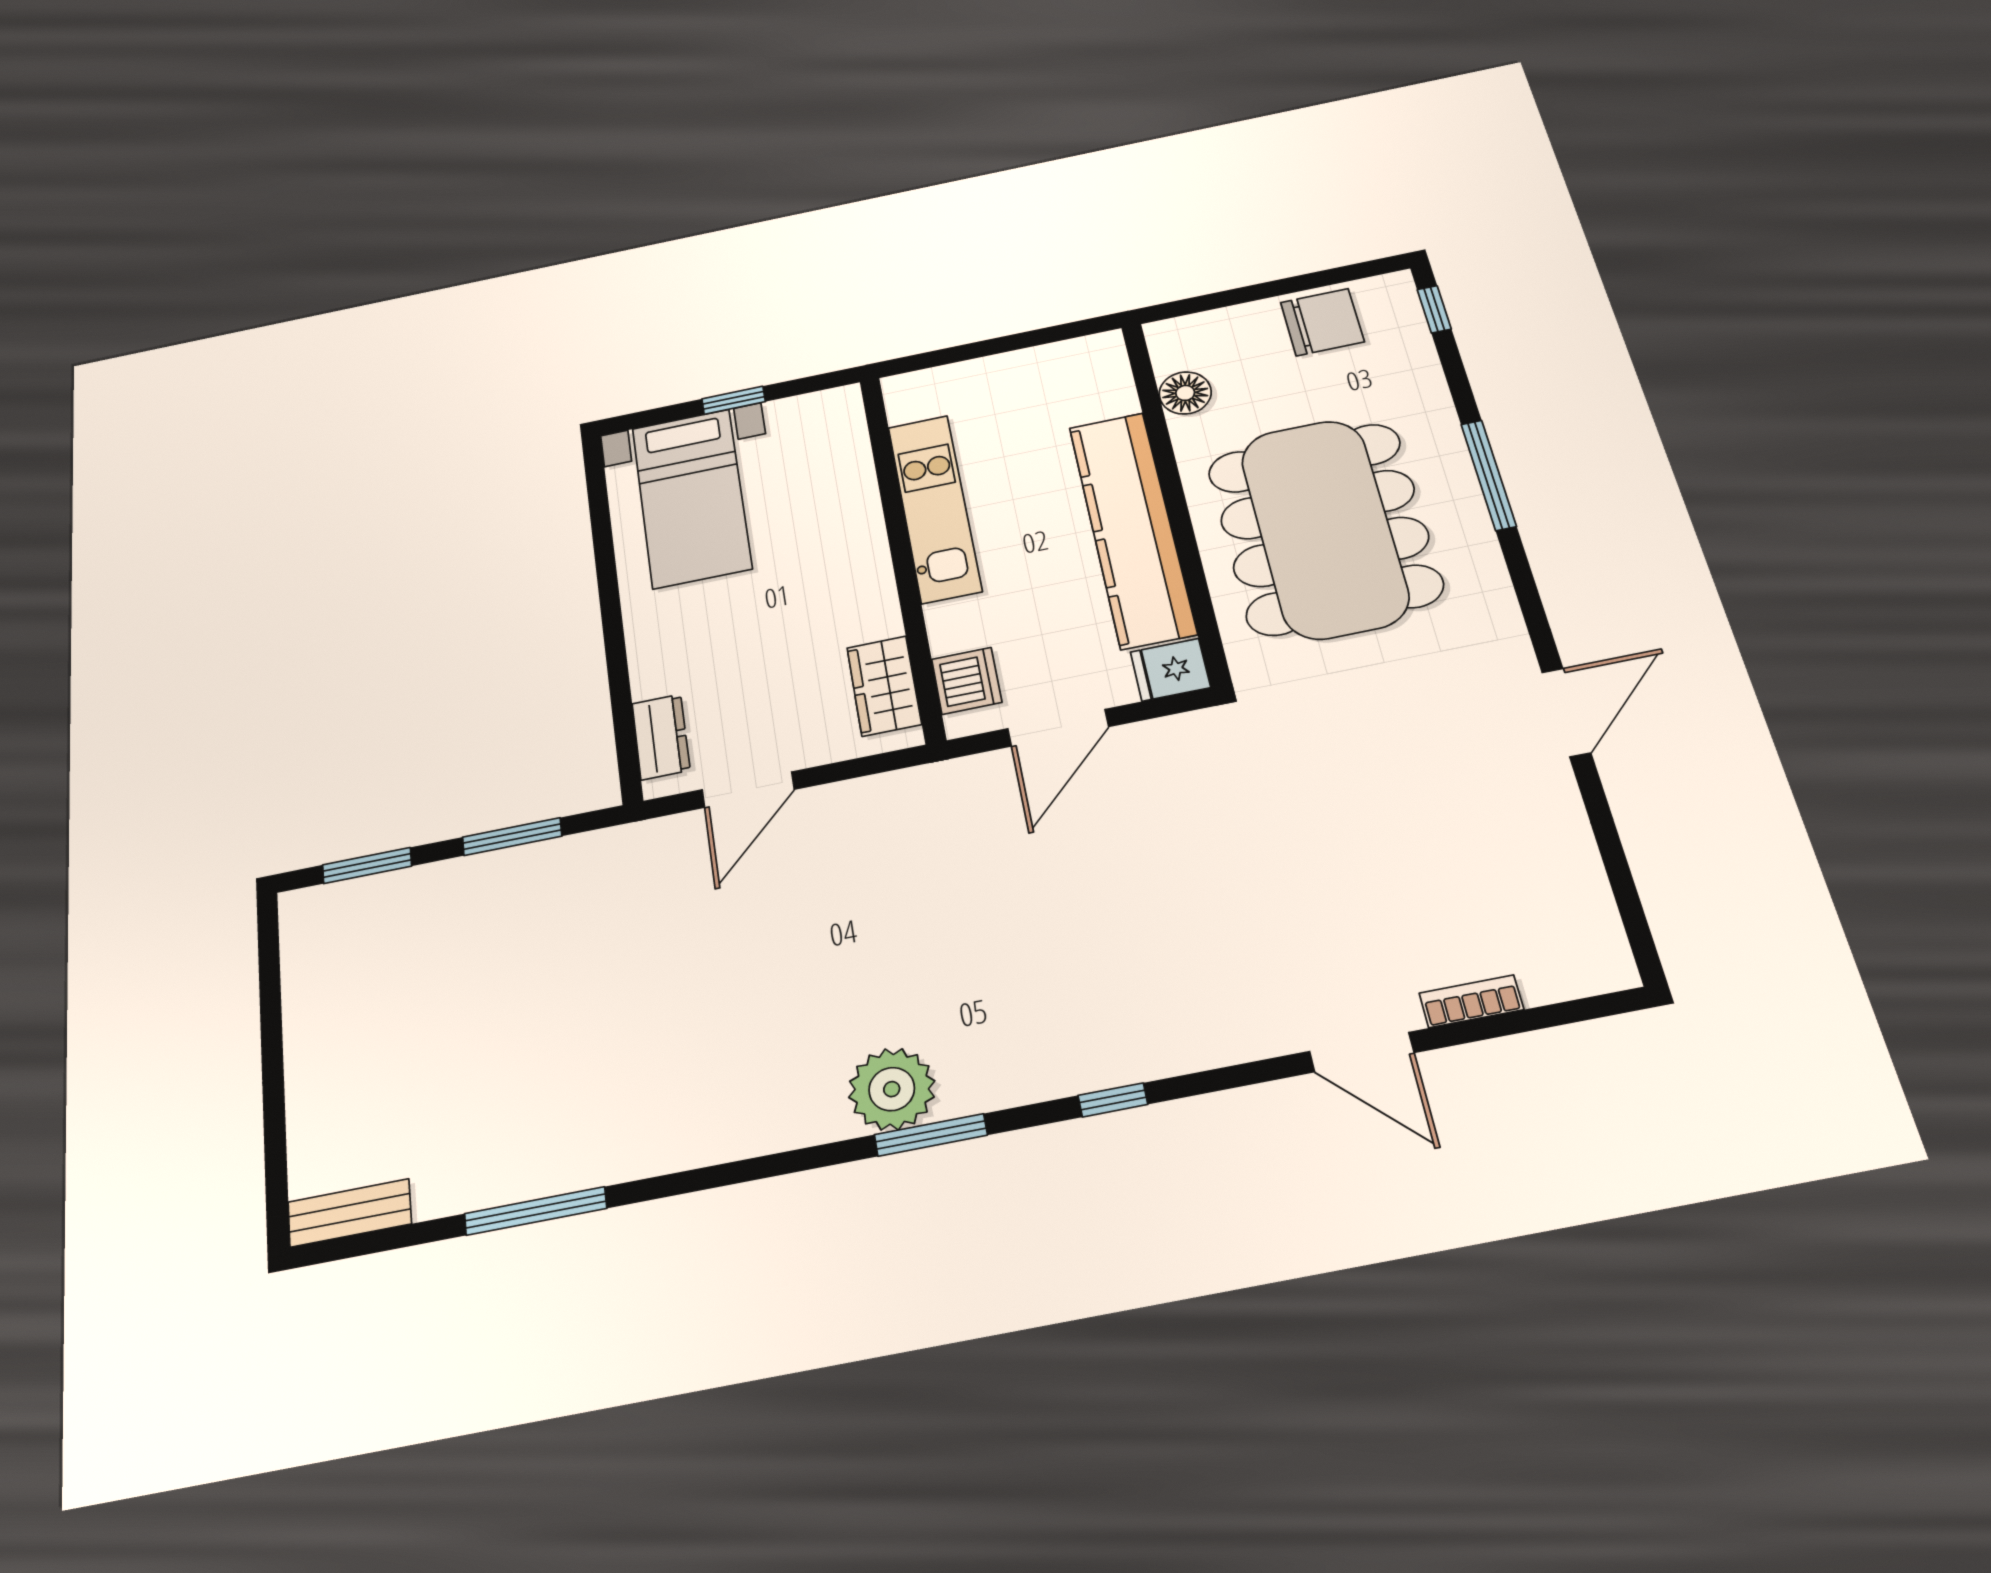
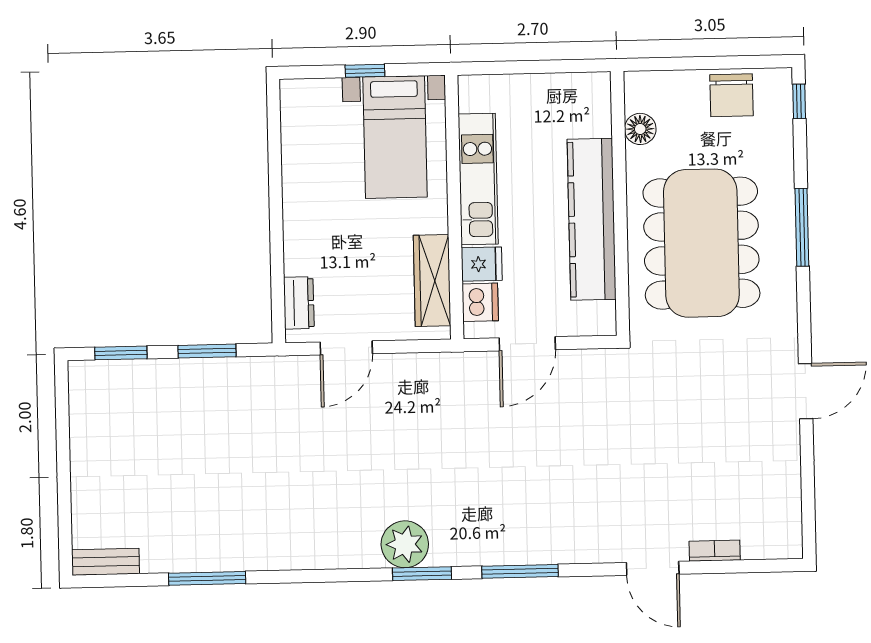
chair: (1322, 322) -> (731, 95), turned 90
bed with nightstands: (691, 498) -> (395, 137), moved
fridge: (1170, 670) -> (482, 264), moved, turned 180
wardrobe: (884, 686) -> (432, 281), width x1.50
window: (1113, 1100) -> (520, 571), width x2.17

